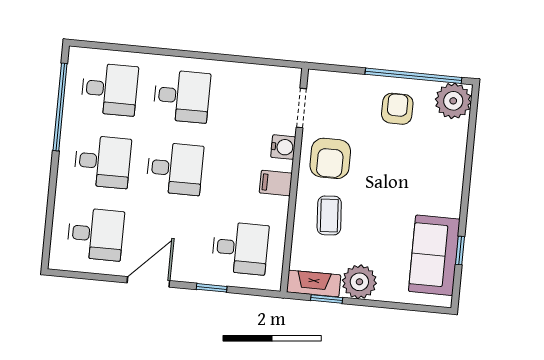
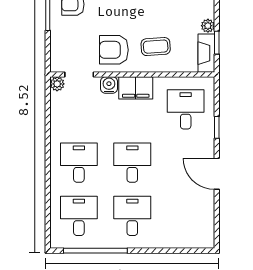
plant: (291, 77) -> (57, 84), added
armchair: (330, 158) -> (114, 50), turned 180
filing cabinet: (276, 183) -> (136, 88), width x2.00
desk: (96, 234) -> (186, 216), removed
plant: (359, 282) -> (208, 26), width x0.53, depth x0.53

